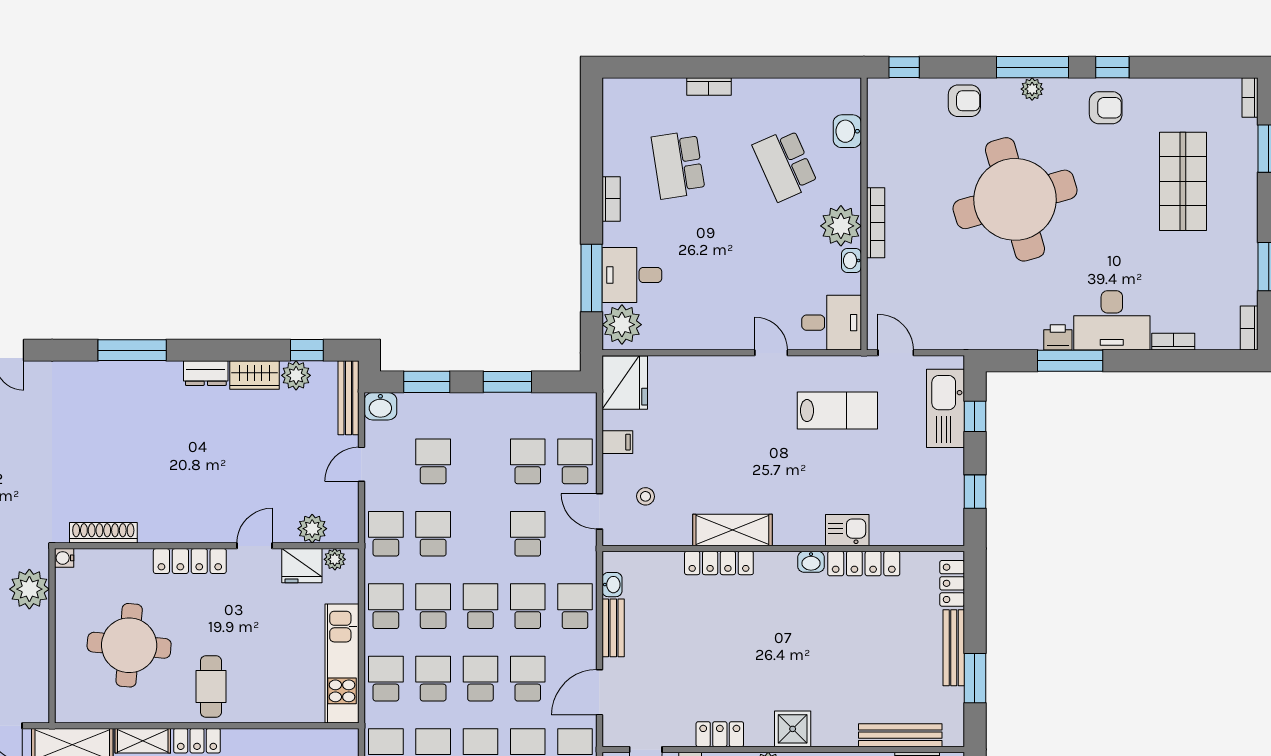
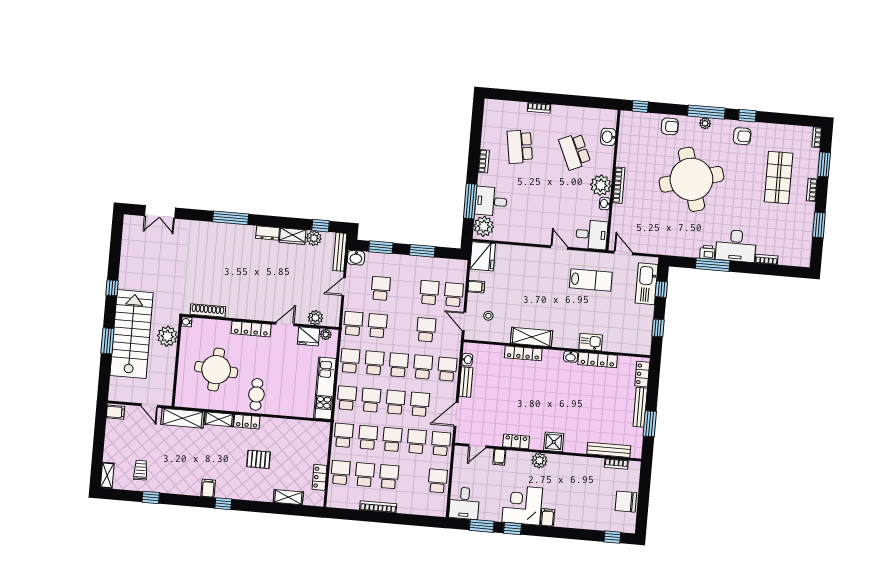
bookcase: (1249, 328) -> (812, 190), moved

